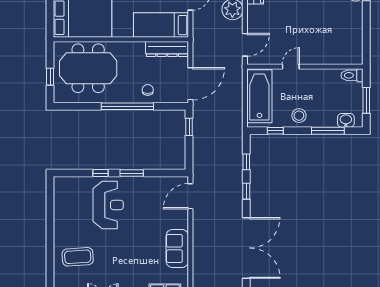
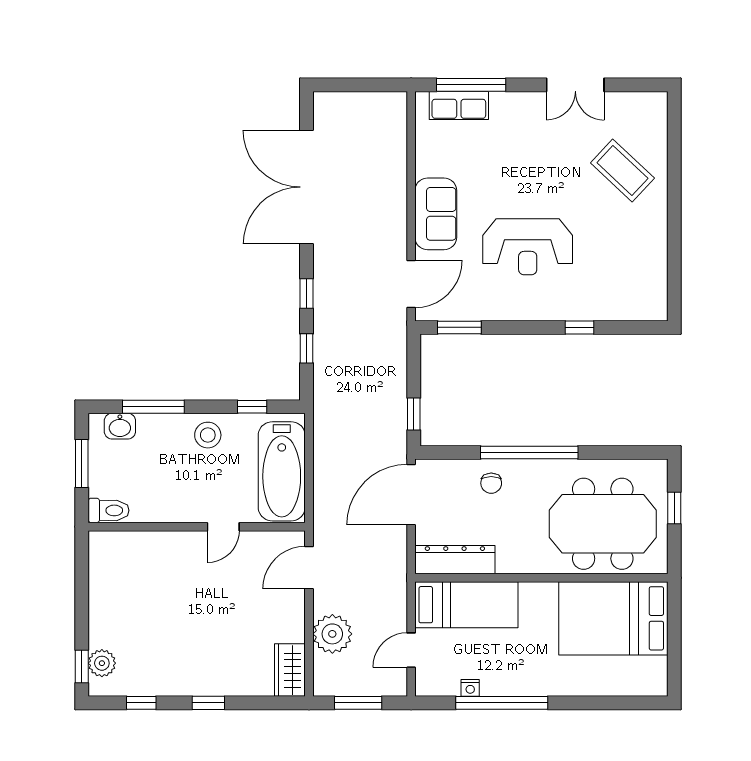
window: (132, 173) -> (459, 327), moved
reception desk: (108, 205) -> (528, 247), moved, turned -90
sofa: (177, 248) -> (436, 214), moved
coffee table: (78, 257) -> (622, 170), turned 47

